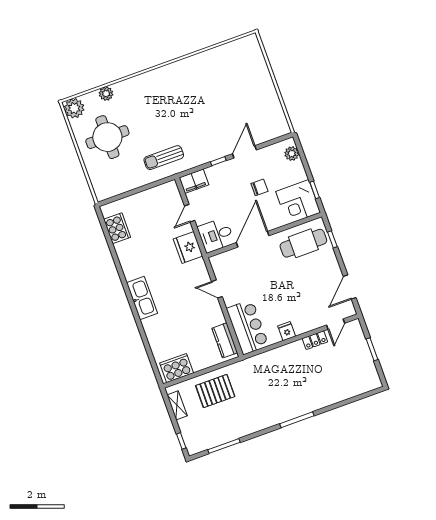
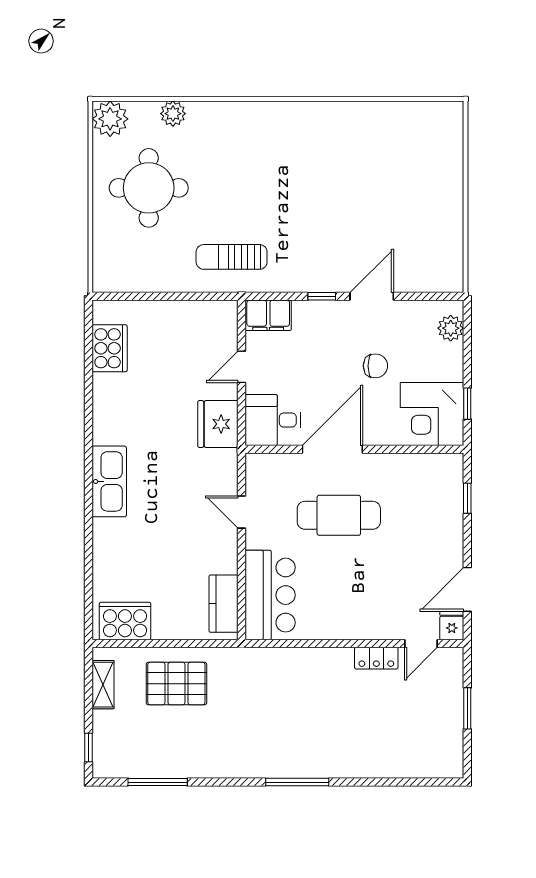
cafe table: (303, 243) -> (339, 515), moved
fridge: (287, 331) -> (452, 626), moved

